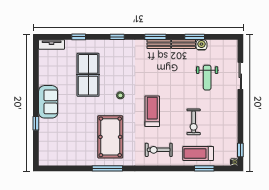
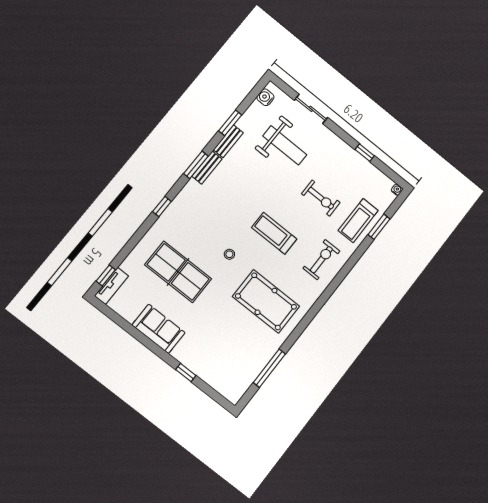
window: (79, 37) -> (106, 275), moved
water cooler: (201, 45) -> (265, 97), moved
weight bench: (207, 78) -> (285, 145), width x1.36, depth x1.33
sofa: (48, 102) -> (159, 329), moved
exercise bike: (159, 150) -> (321, 260), turned 180
window: (240, 150) -> (365, 153), moved
window: (107, 168) -> (269, 368), moved

